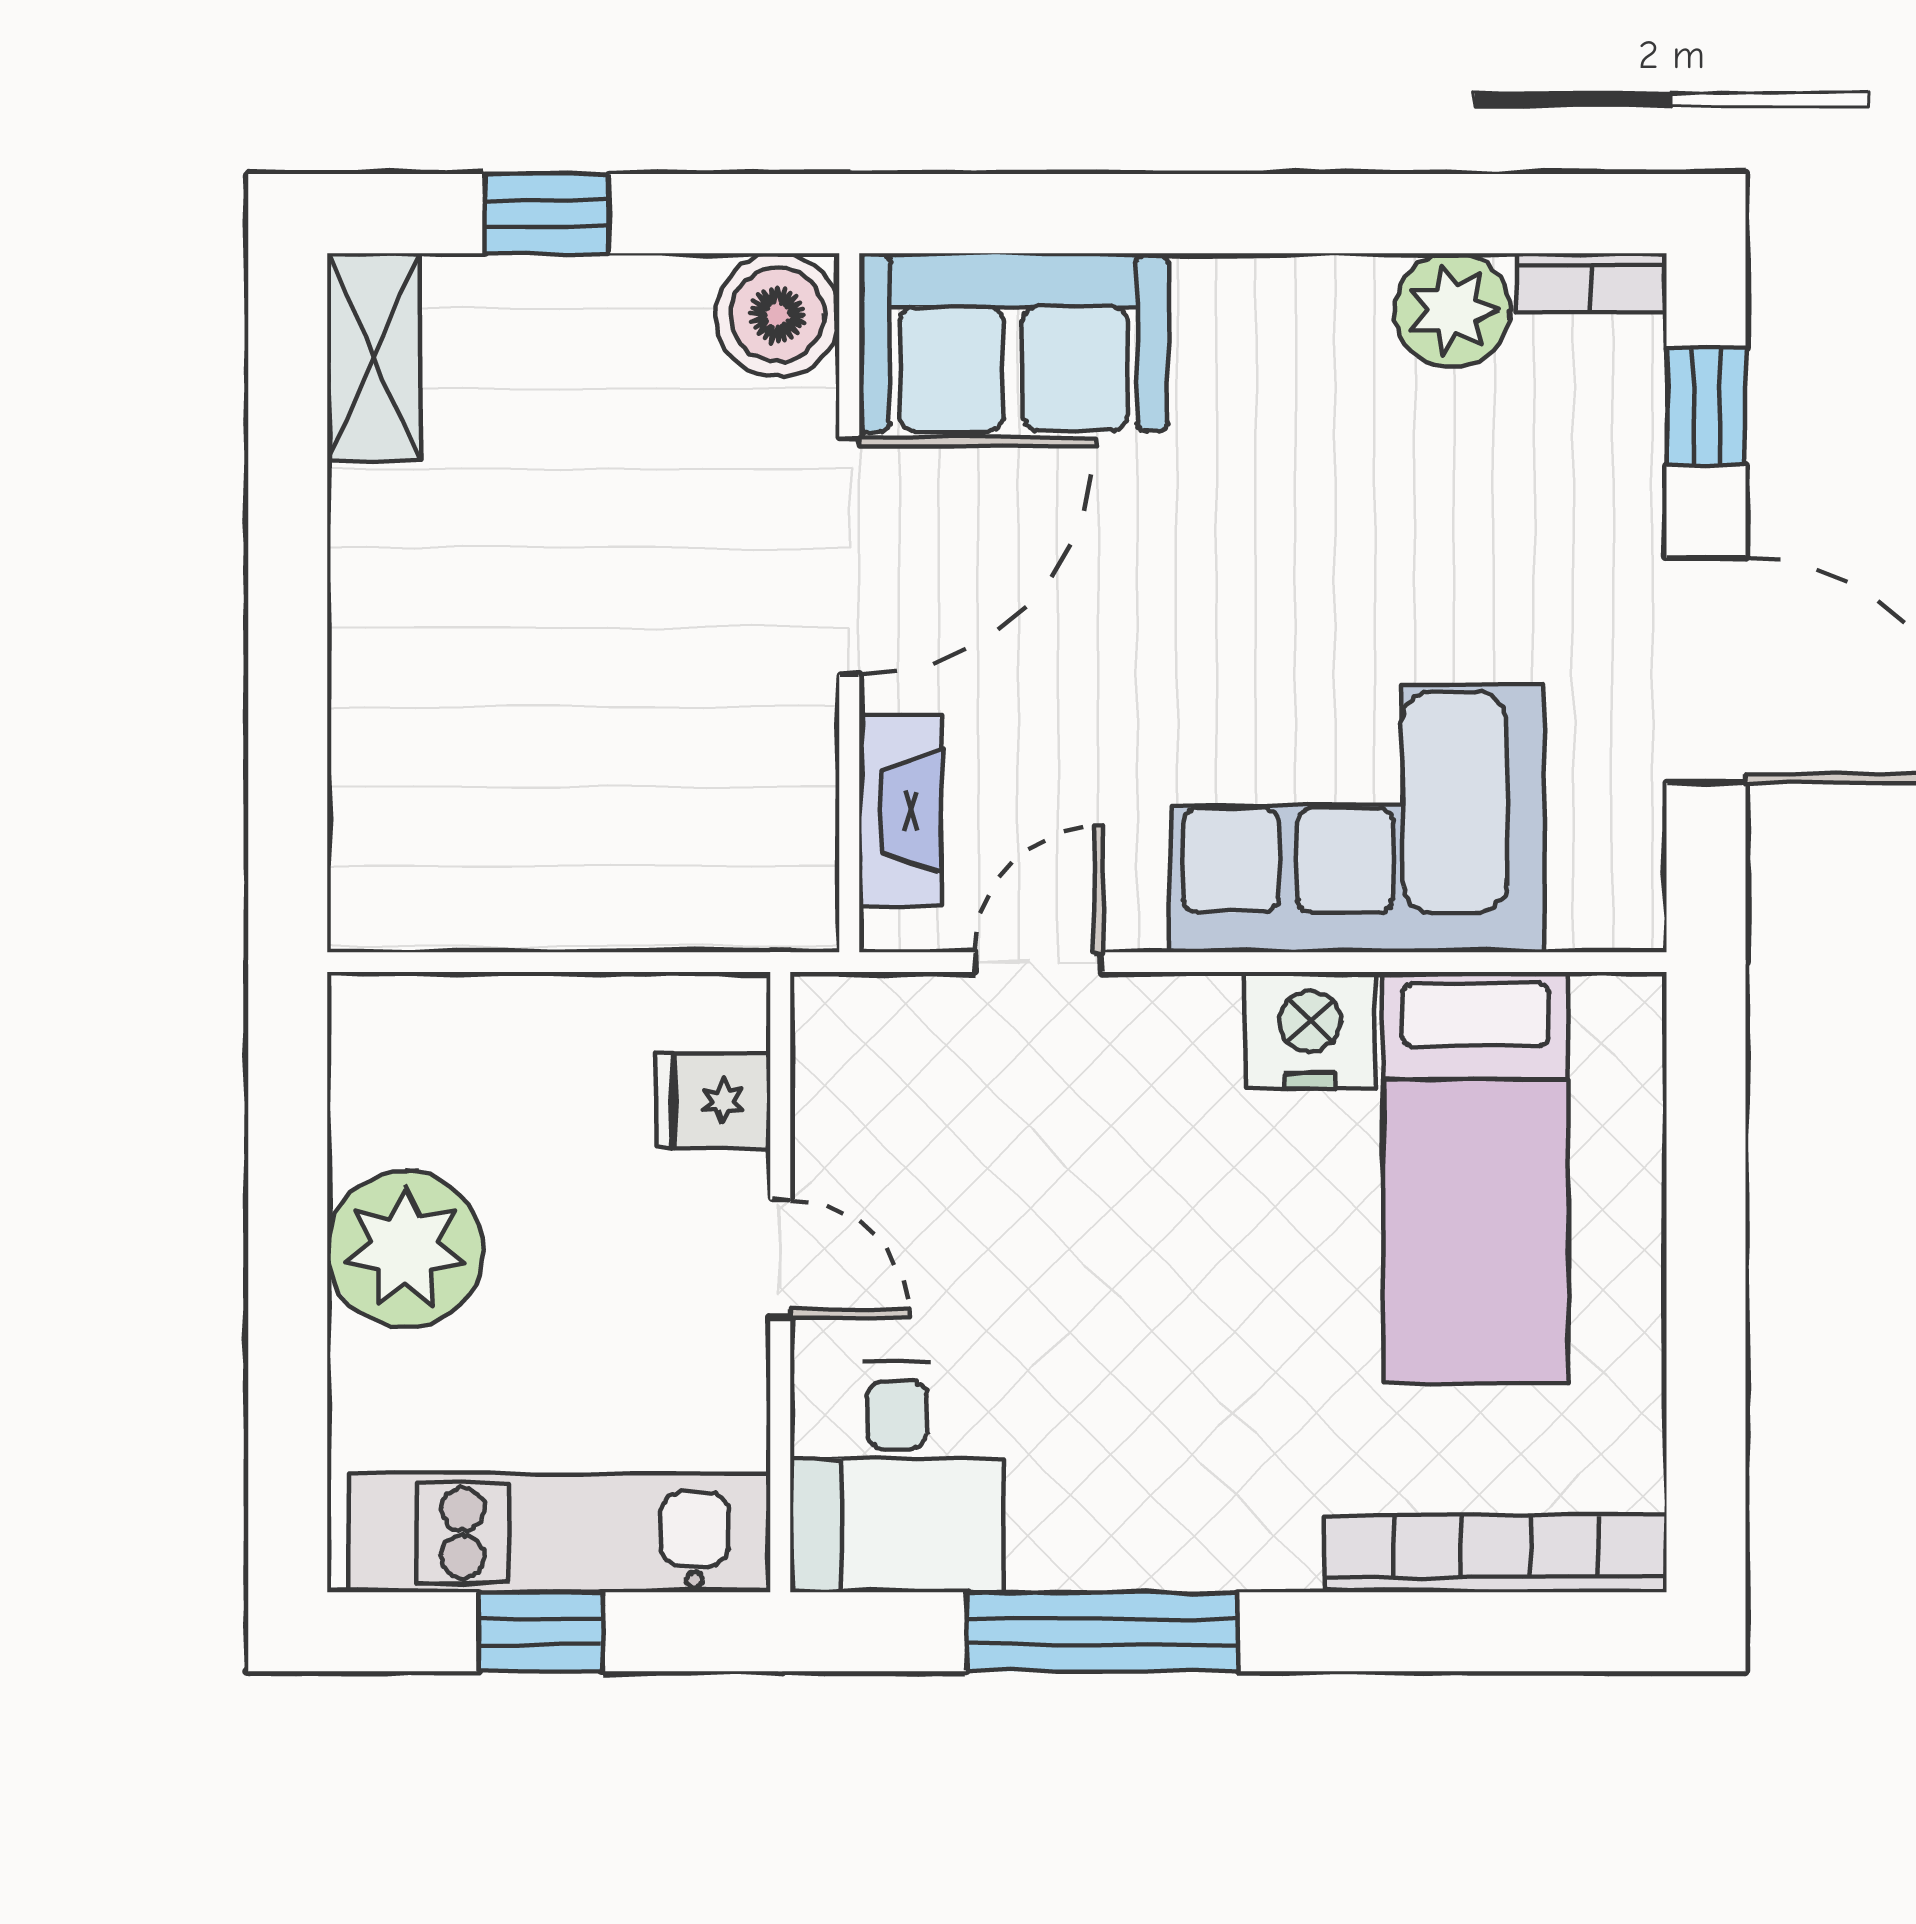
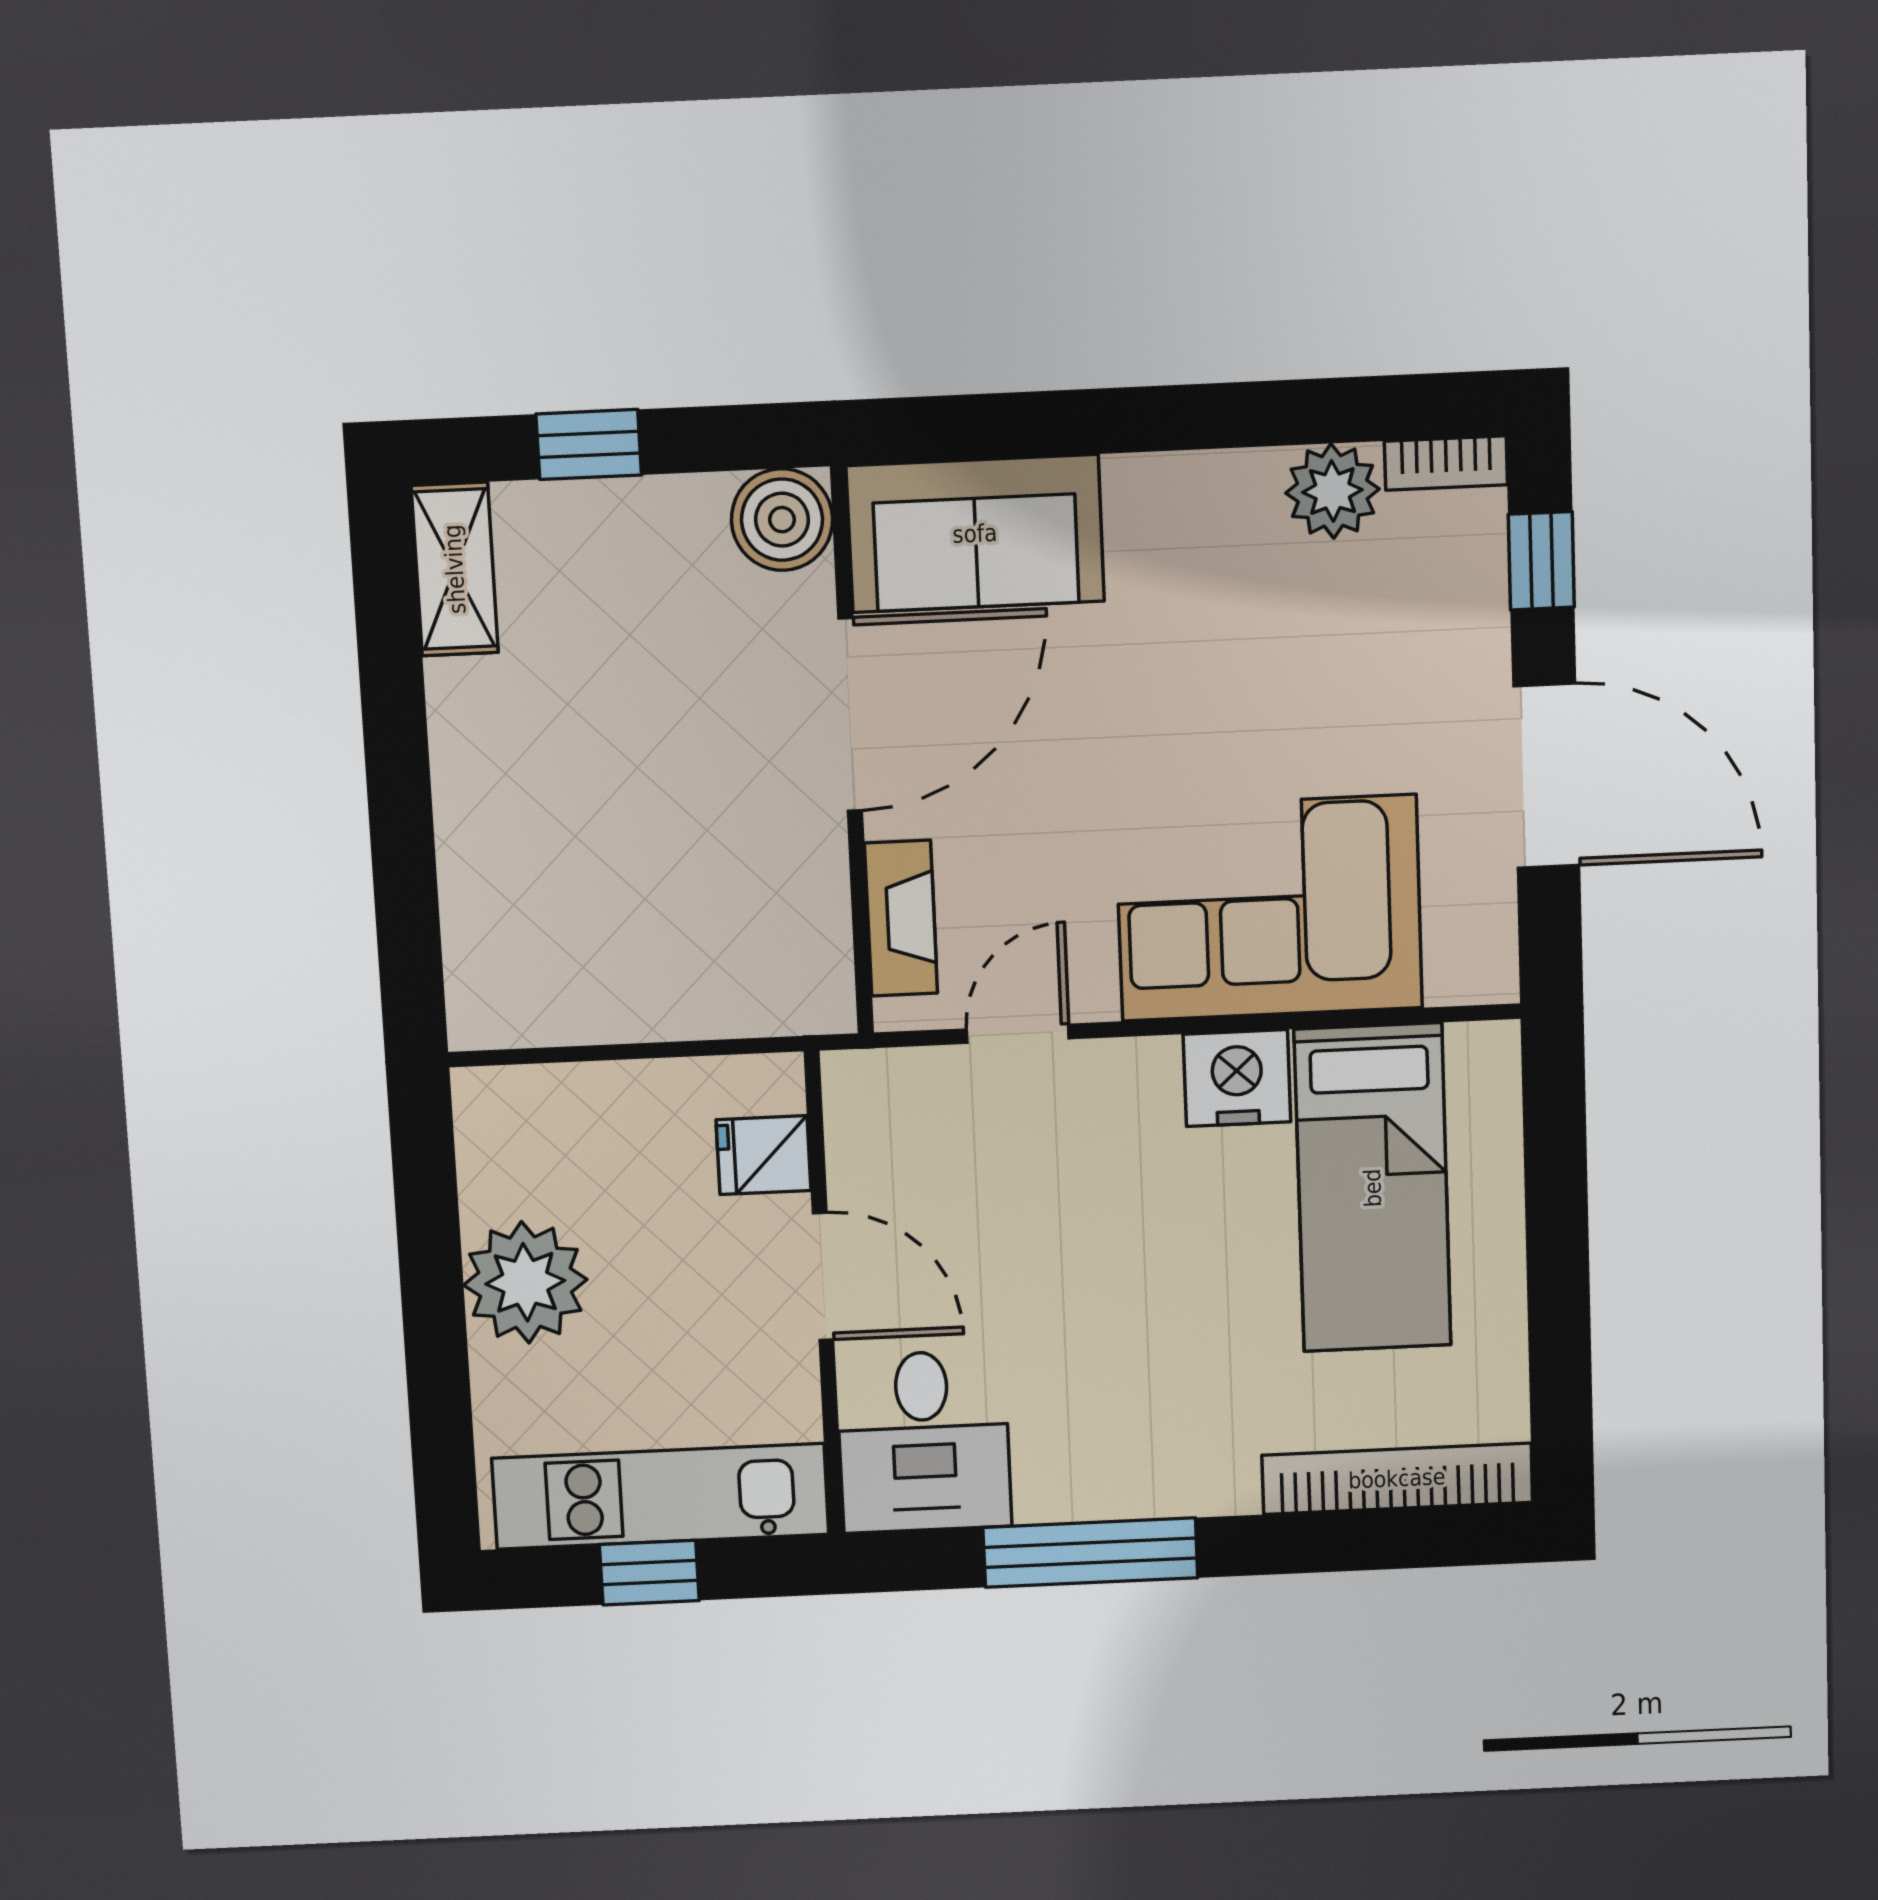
door: (780, 1259) -> (823, 1276), width x1.37

